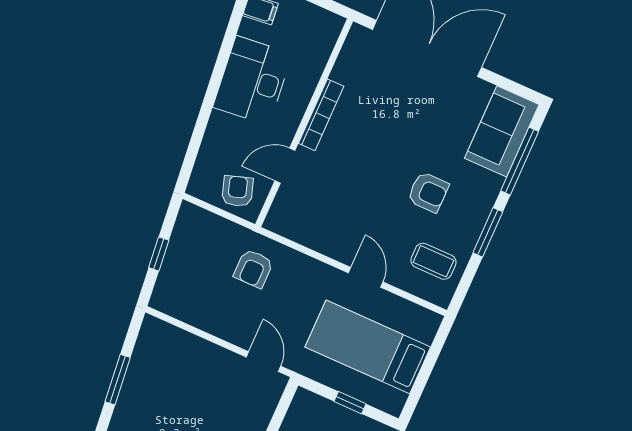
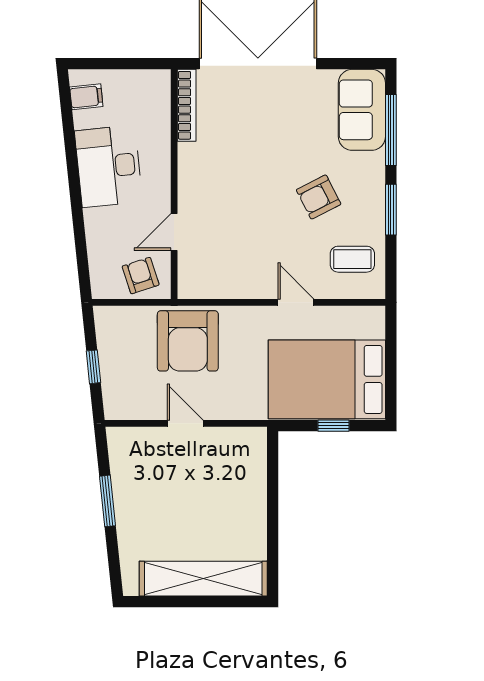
bookcase: (321, 115) -> (187, 105), moved
armchair: (428, 192) -> (319, 197), turned 153
armchair: (253, 269) -> (188, 341), width x1.88, depth x1.88
bed: (368, 347) -> (327, 379), width x1.50
door: (263, 362) -> (185, 423), moved

